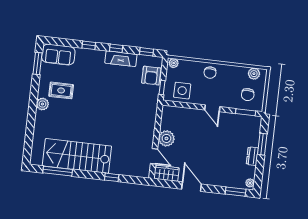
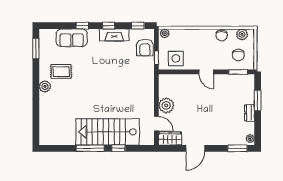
sofa: (58, 55) -> (72, 38), moved
chair: (210, 73) -> (222, 35), moved
stairs: (77, 156) -> (108, 132), moved
window: (58, 171) -> (90, 148), moved
door: (192, 187) -> (195, 148), swing flipped

